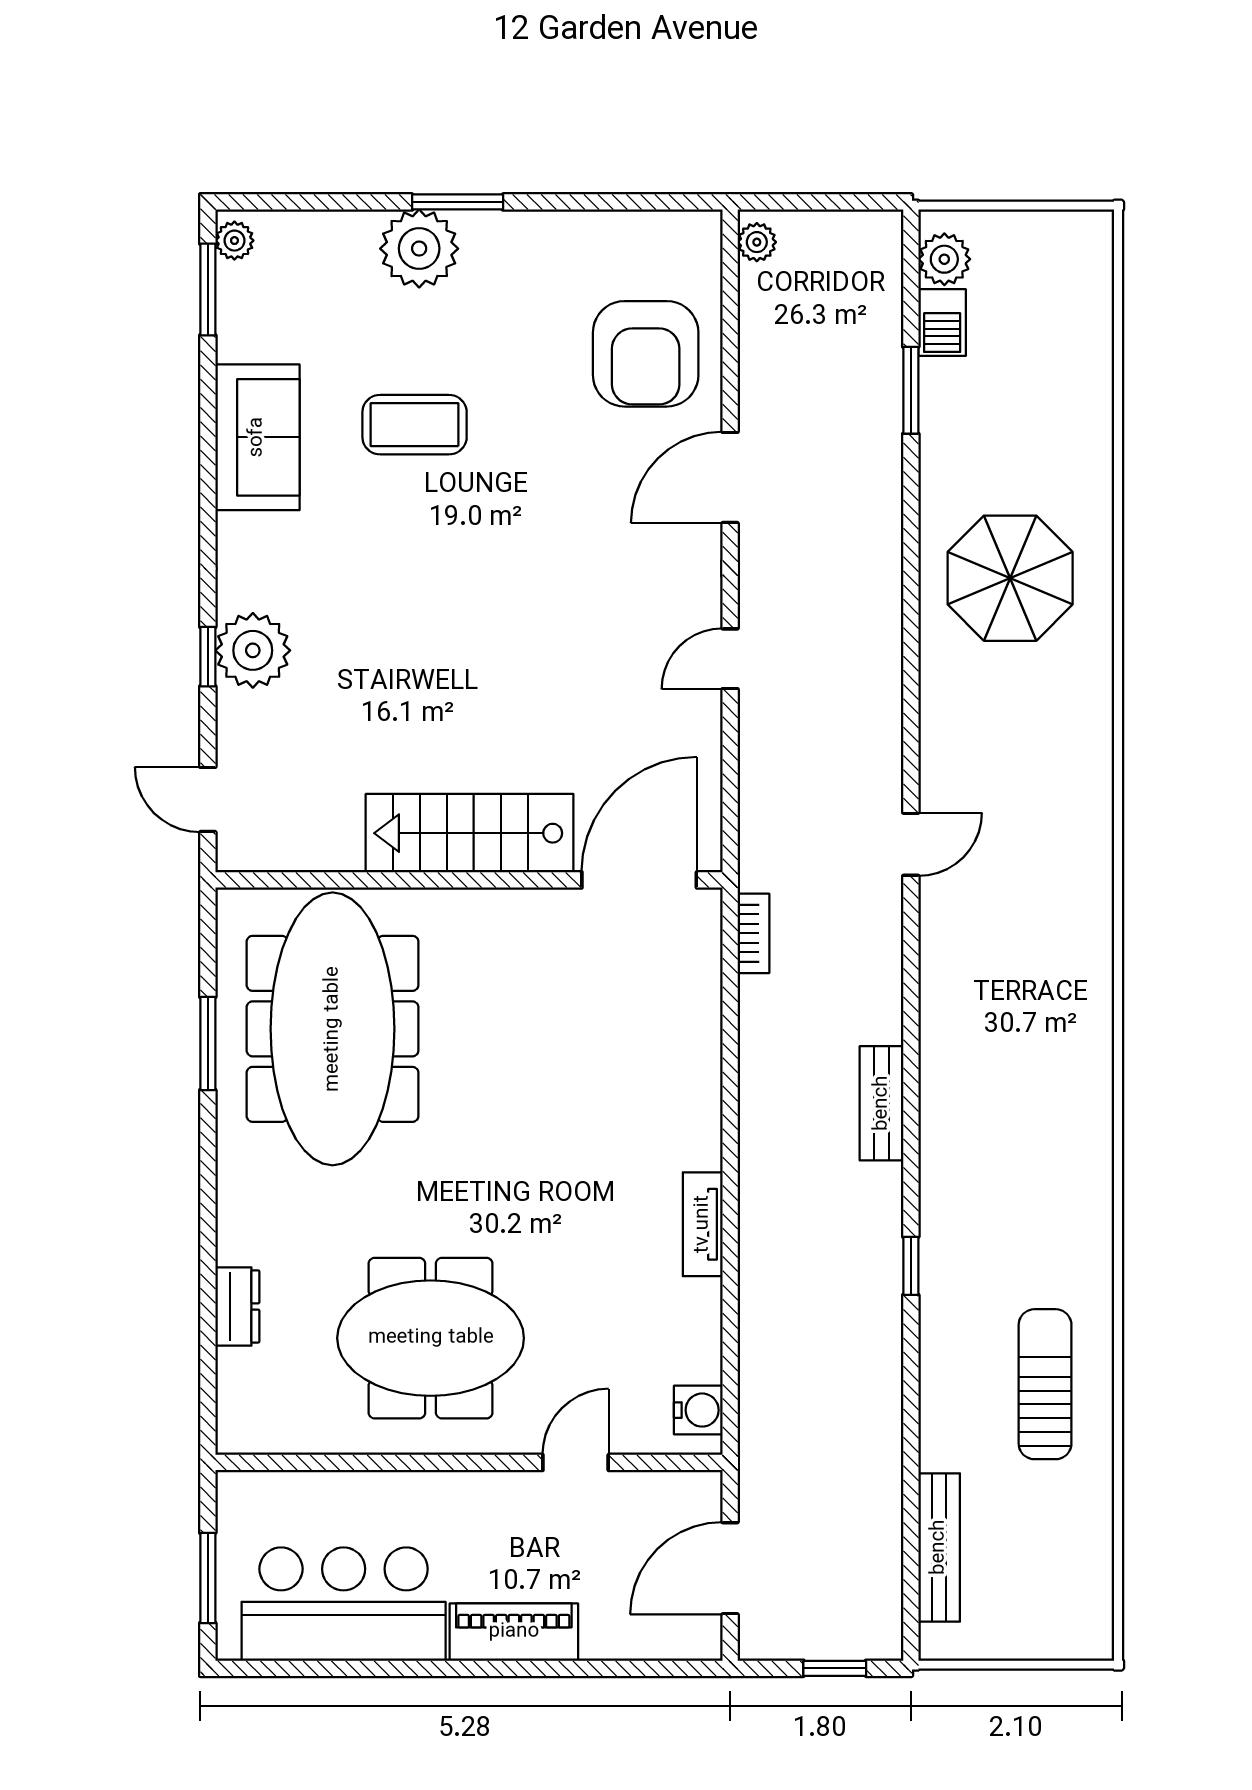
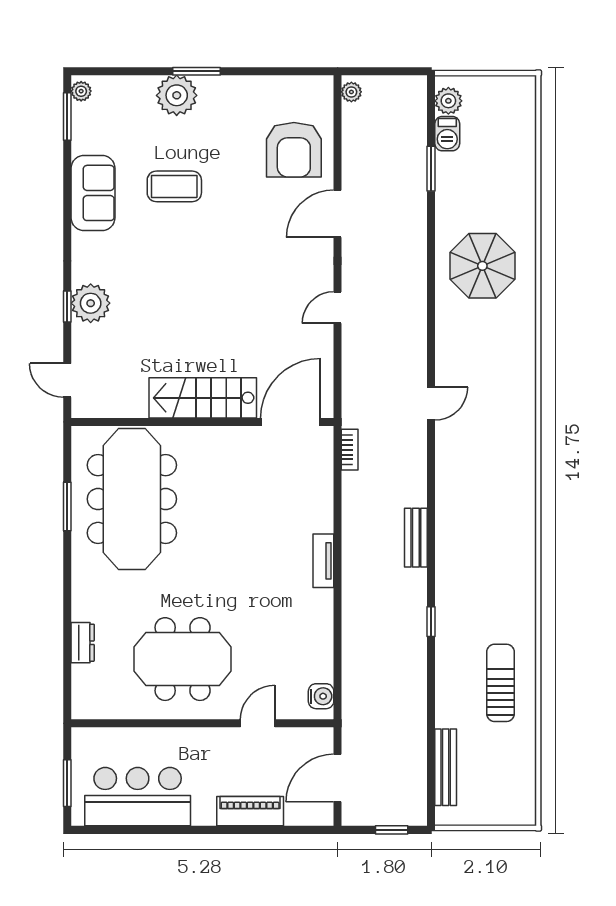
tv unit: (703, 1224) -> (323, 561), moved
piano: (514, 1632) -> (250, 811), moved

